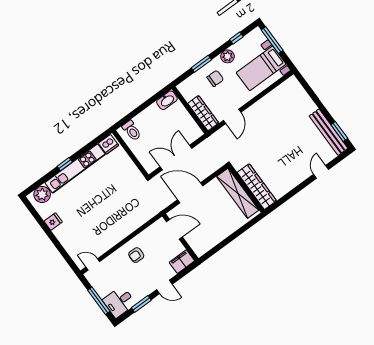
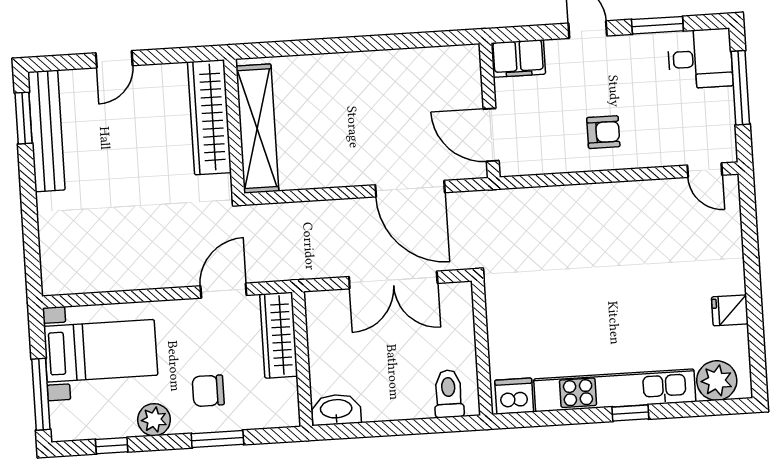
wardrobe: (257, 187) -> (209, 117), moved
wall: (246, 189) -> (234, 126), moved
shelving: (238, 193) -> (257, 129), moved

